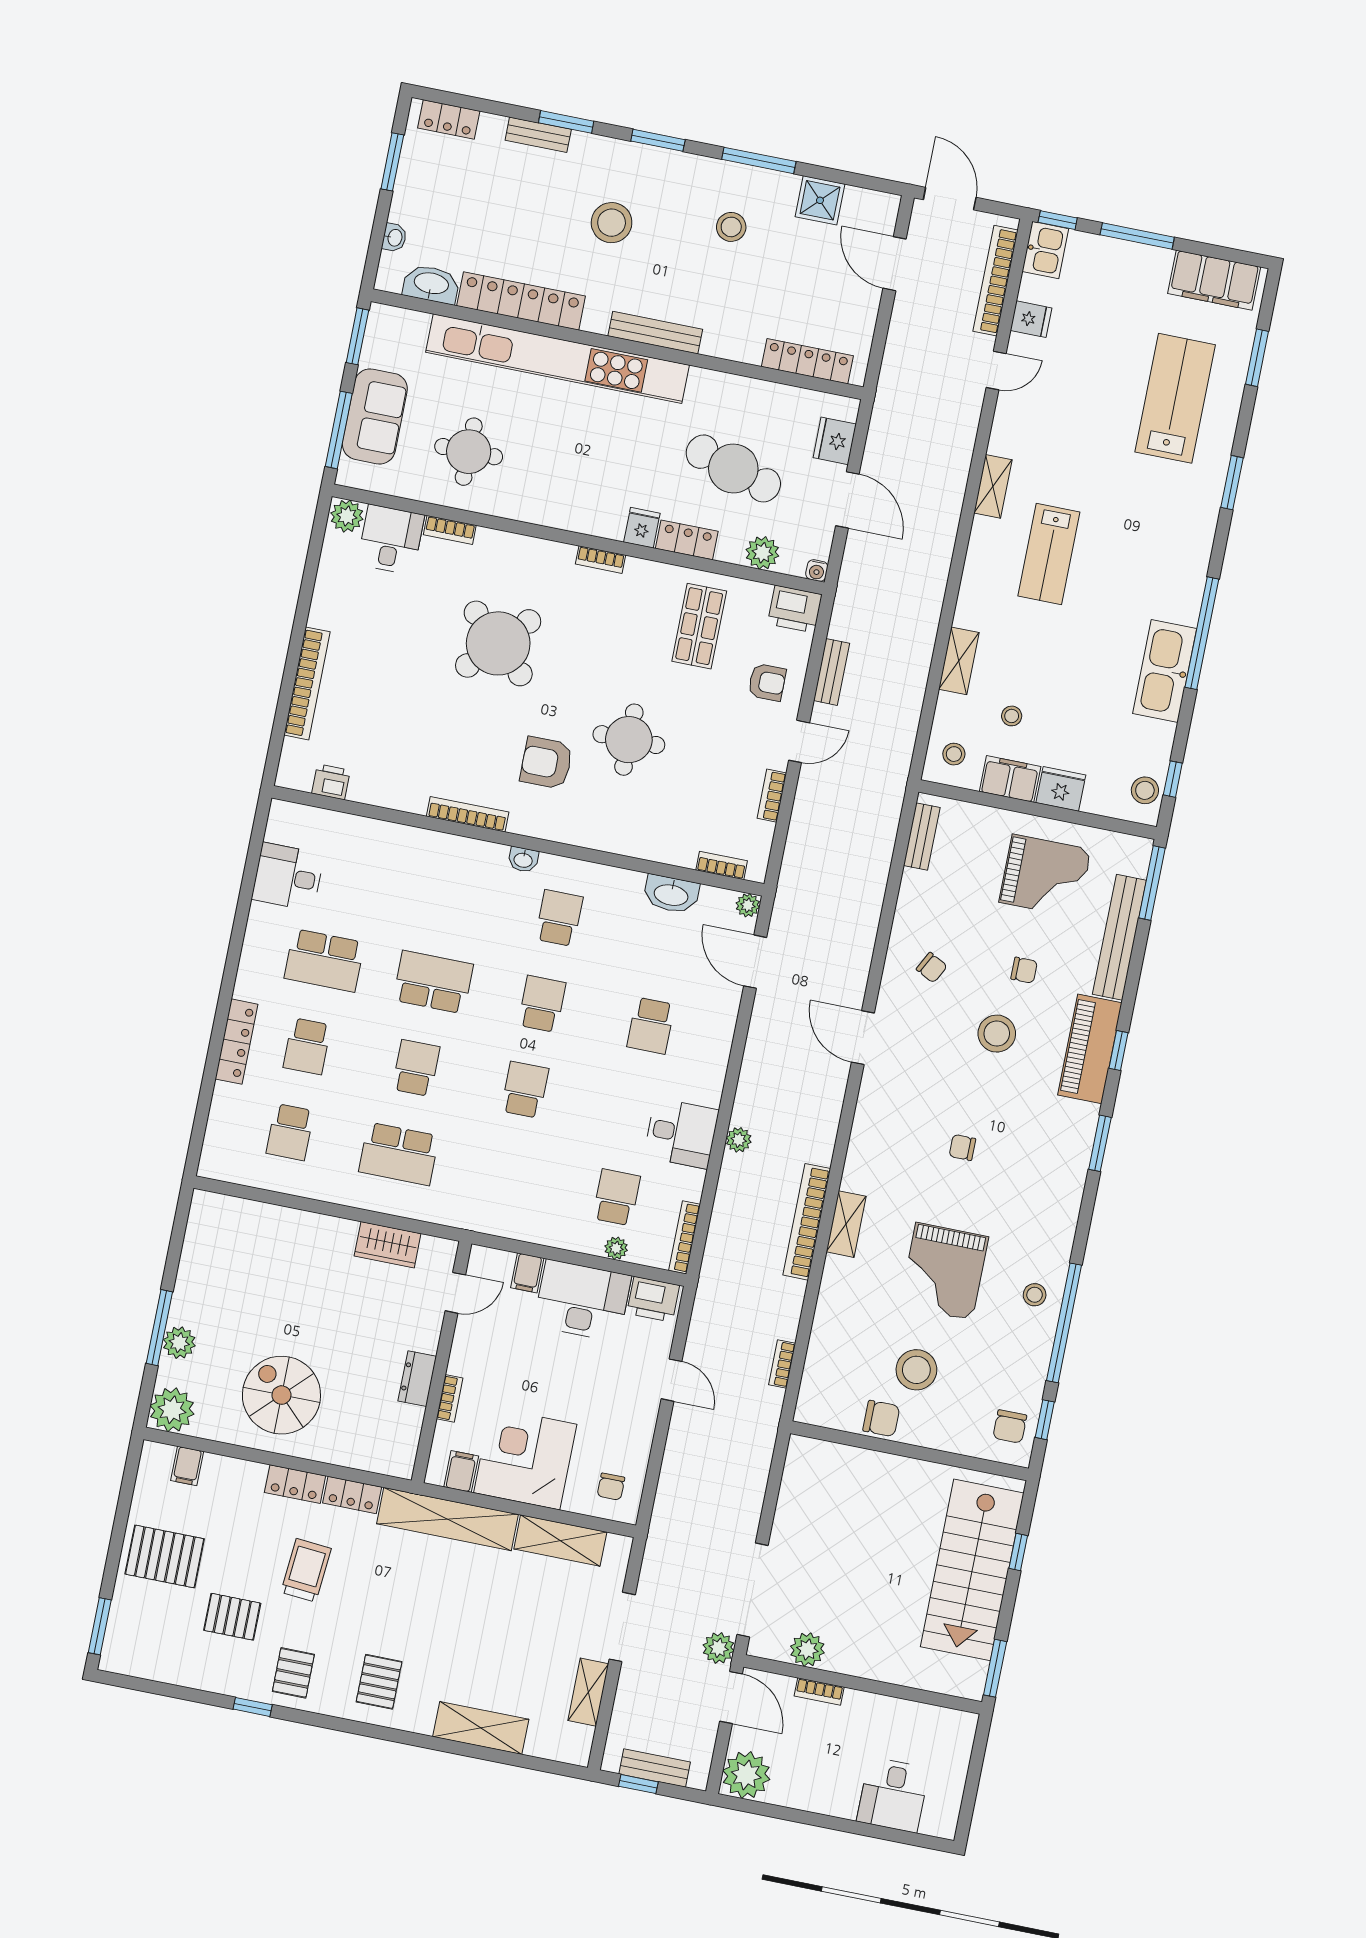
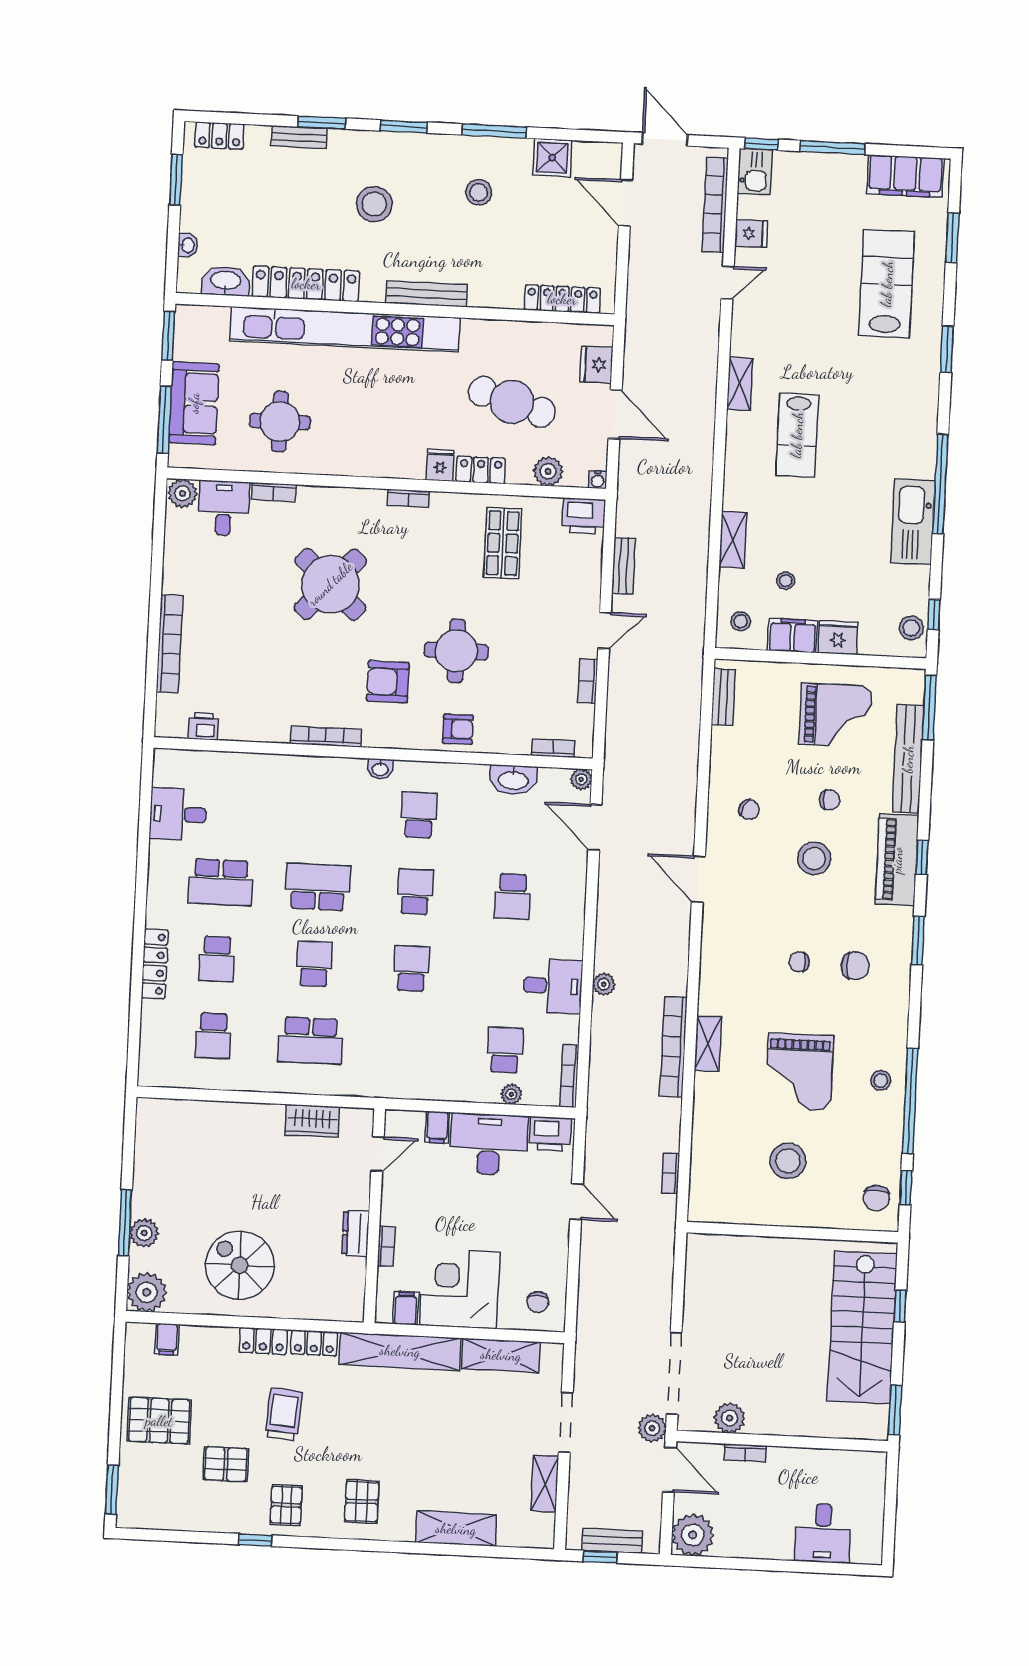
armchair: (767, 682) -> (458, 729), moved
chair: (881, 1418) -> (855, 966), moved

